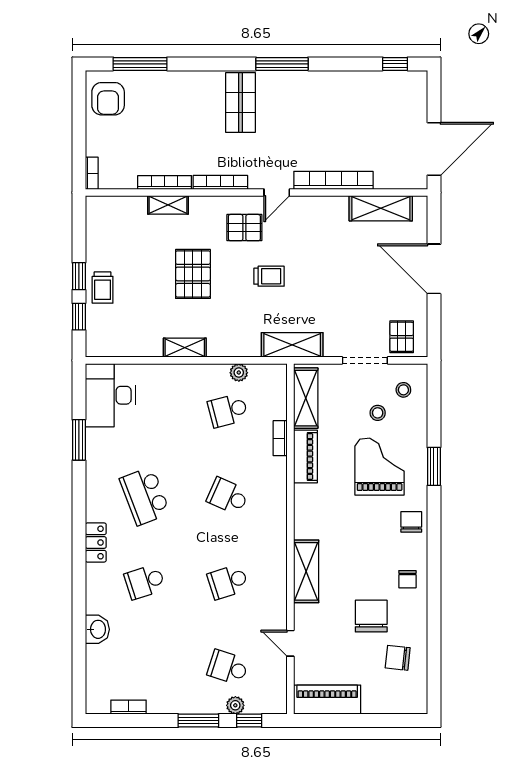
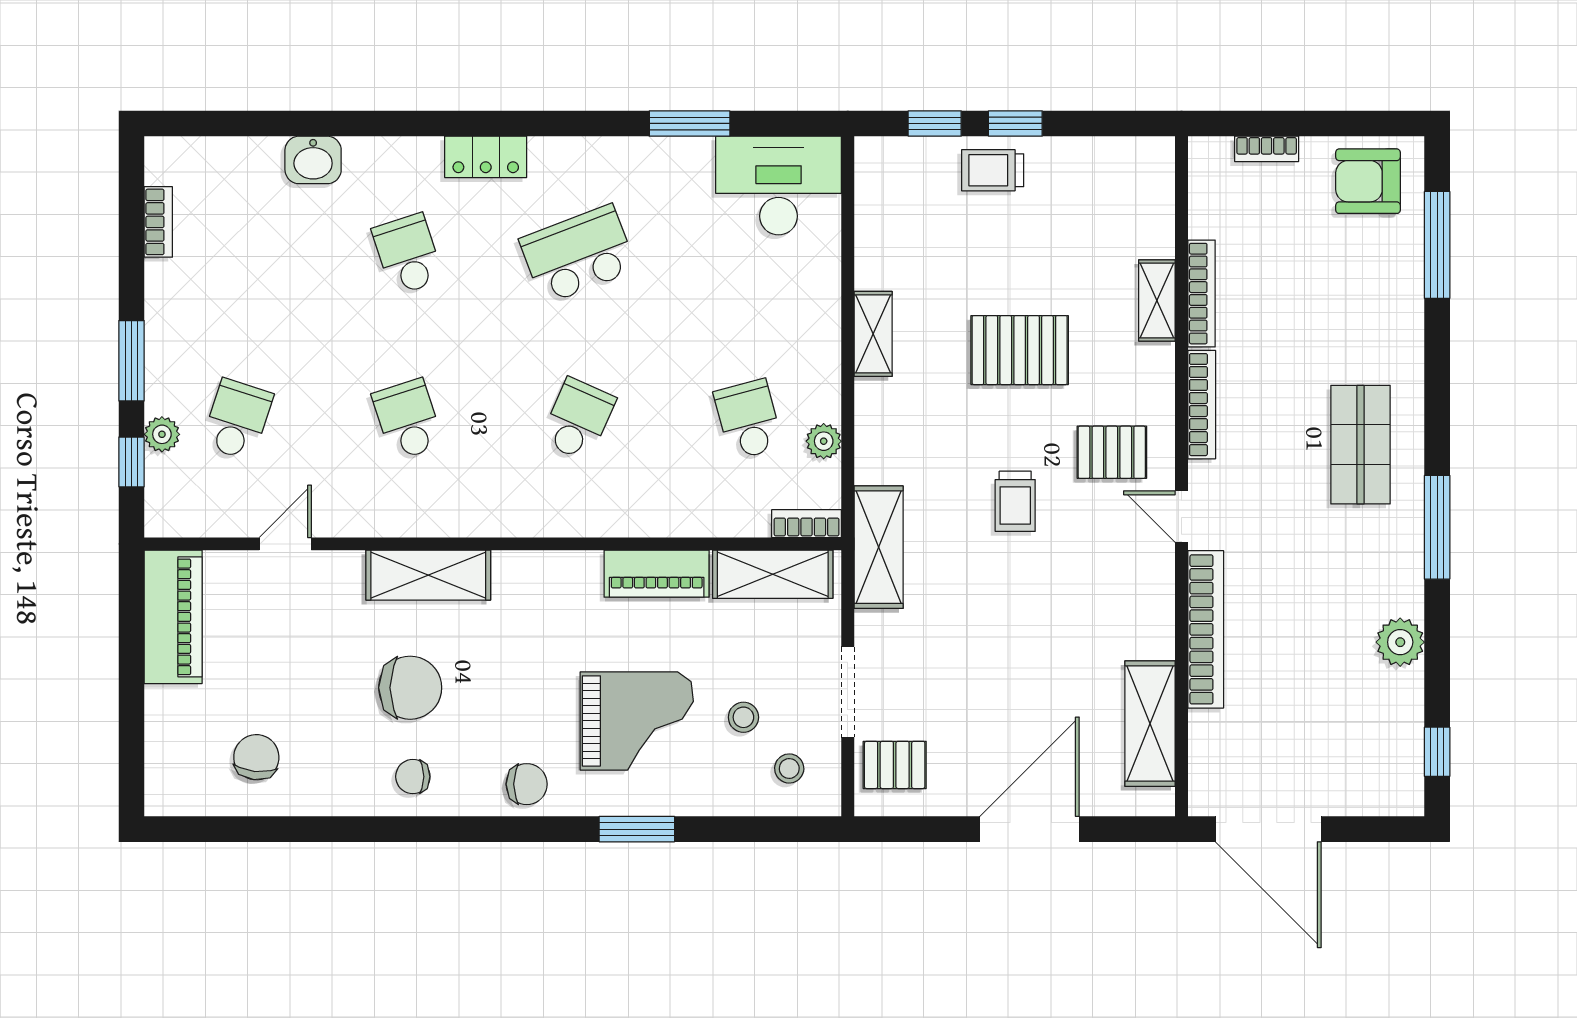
plant: (340, 83) -> (1400, 642), added
shop shelf: (241, 103) -> (1360, 445), turned 90
bookcase: (92, 173) -> (1267, 149), moved
pallet: (244, 228) -> (1112, 452), turned 90
bookcase: (280, 438) -> (807, 524), moved
chair: (371, 616) -> (410, 688), moved

